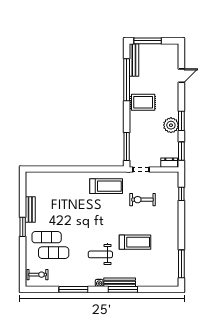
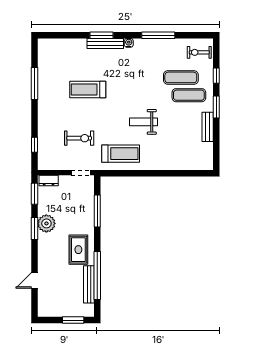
window: (148, 41) -> (73, 320), width x0.69
bench: (134, 60) -> (89, 284), moved
rug: (143, 102) -> (78, 250), turned 90
window: (127, 147) -> (97, 211), moved
treadmill: (106, 186) -> (121, 154), turned 180
window: (23, 254) -> (216, 76), added
weight bench: (100, 254) -> (143, 122), moved, turned 180
window: (181, 264) -> (35, 84), moved
window: (123, 289) -> (102, 35), width x0.69

